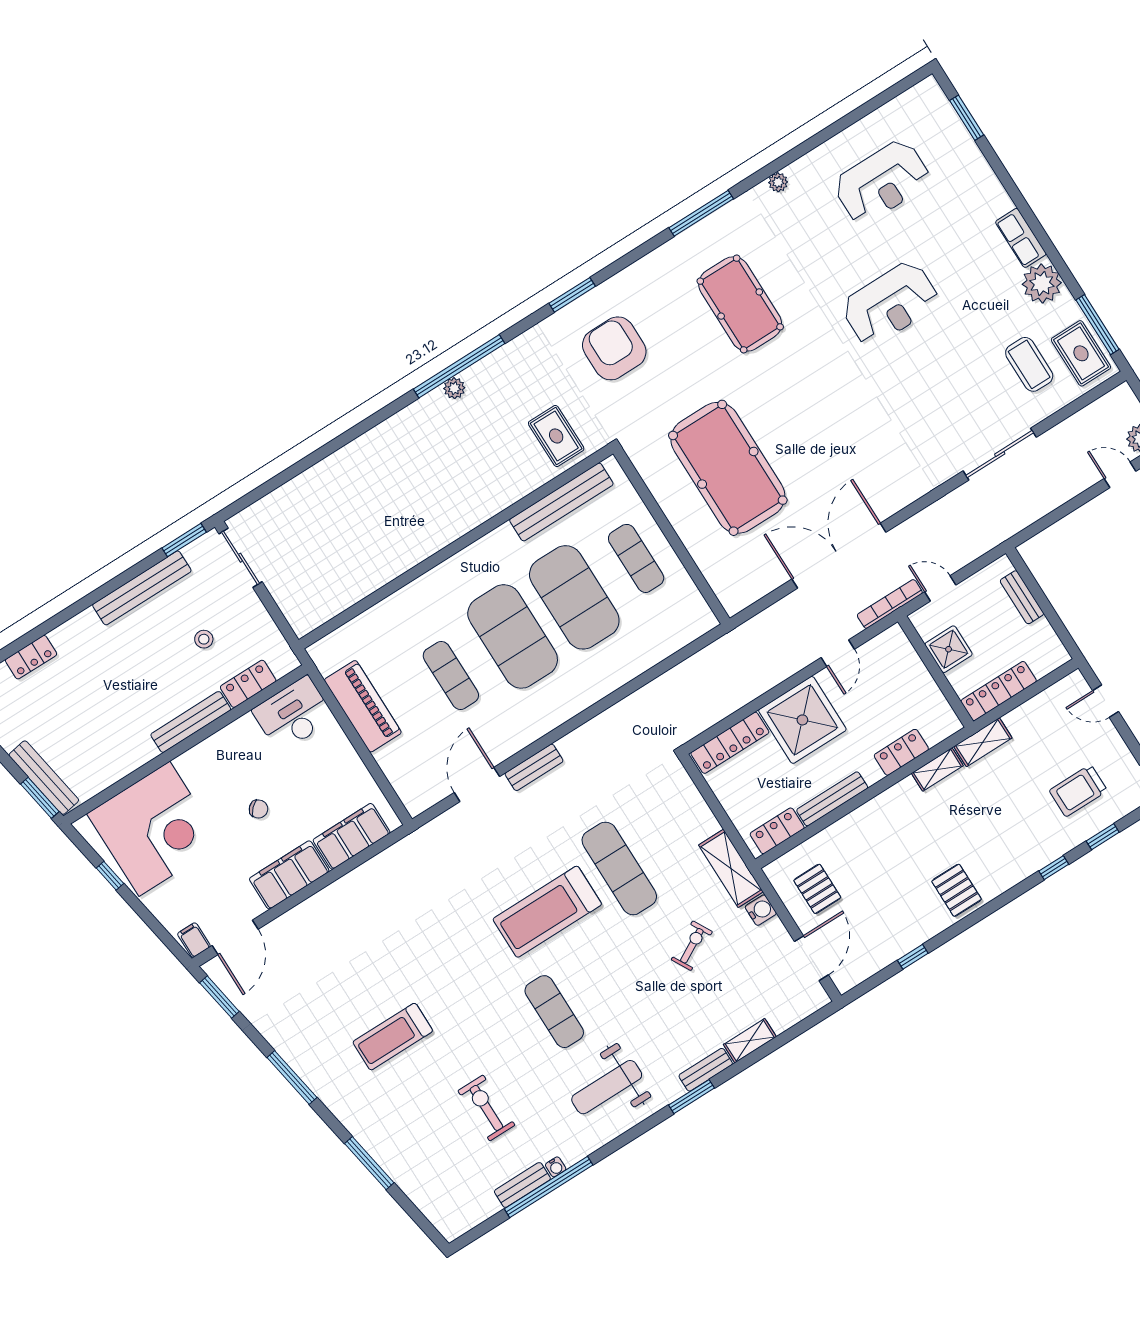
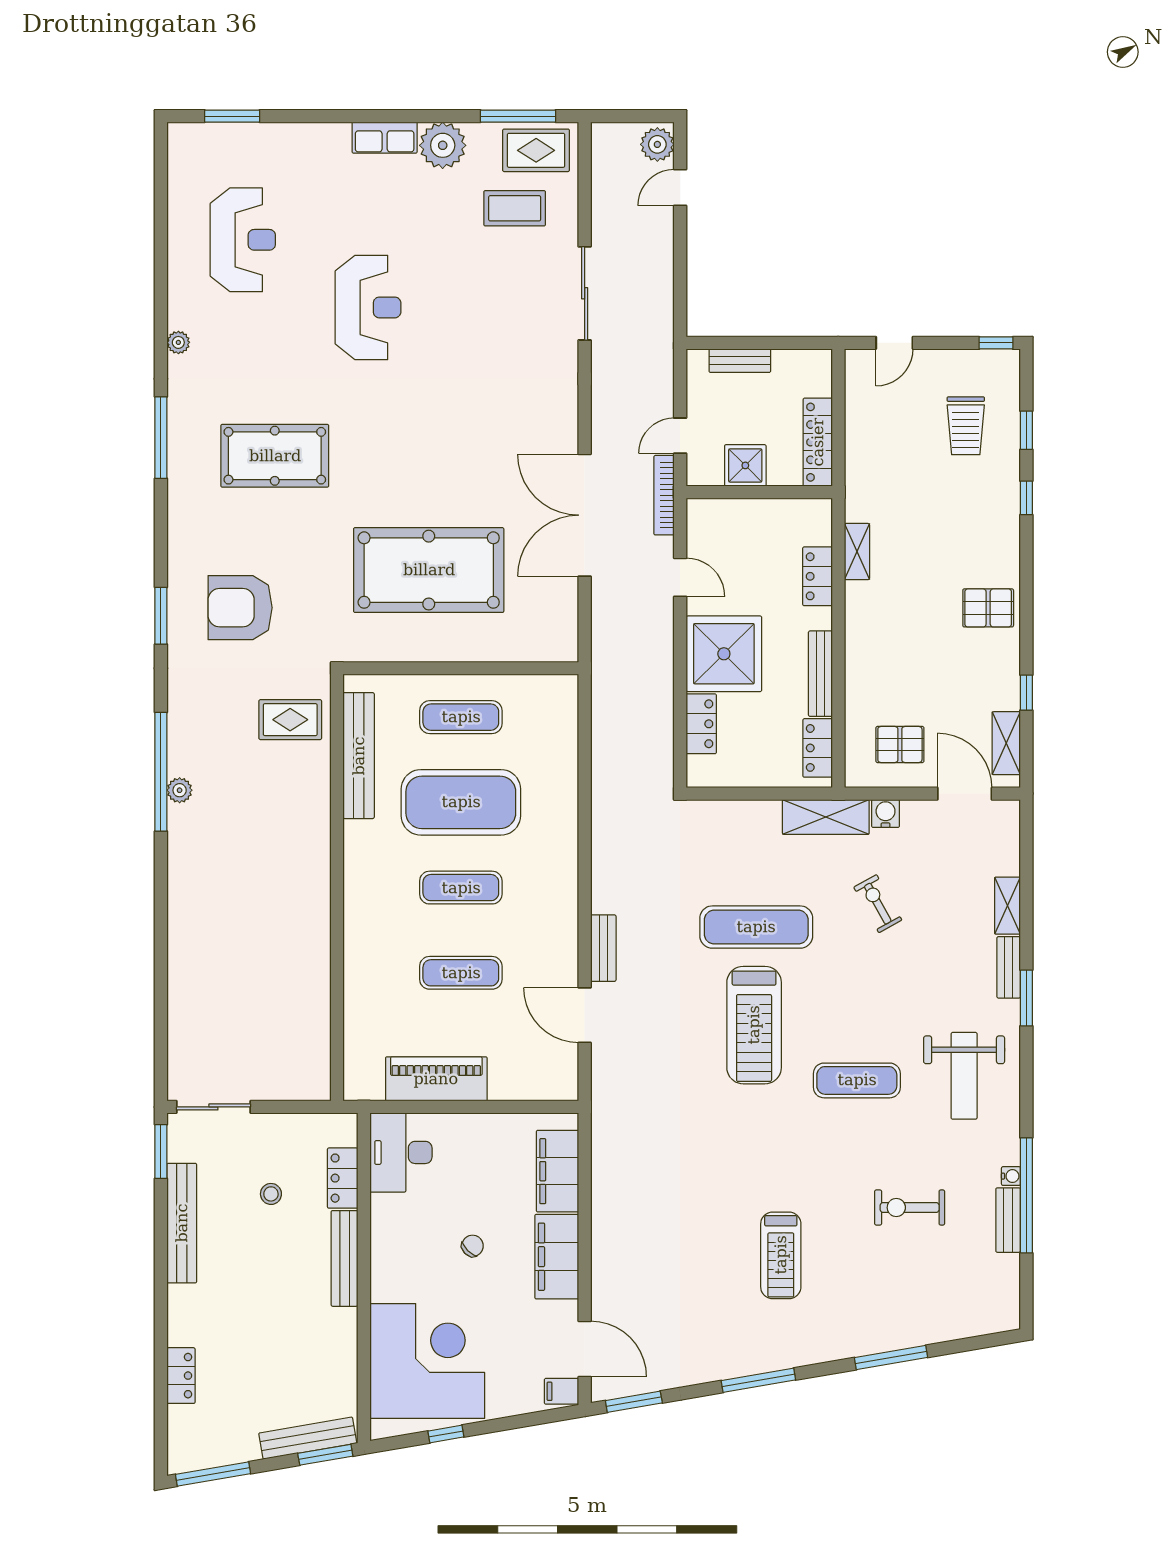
exercise mat: (513, 636) -> (461, 888), width x0.50, depth x0.69
shelving: (983, 742) -> (1006, 743), moved
locker: (730, 743) -> (701, 724), width x0.66

